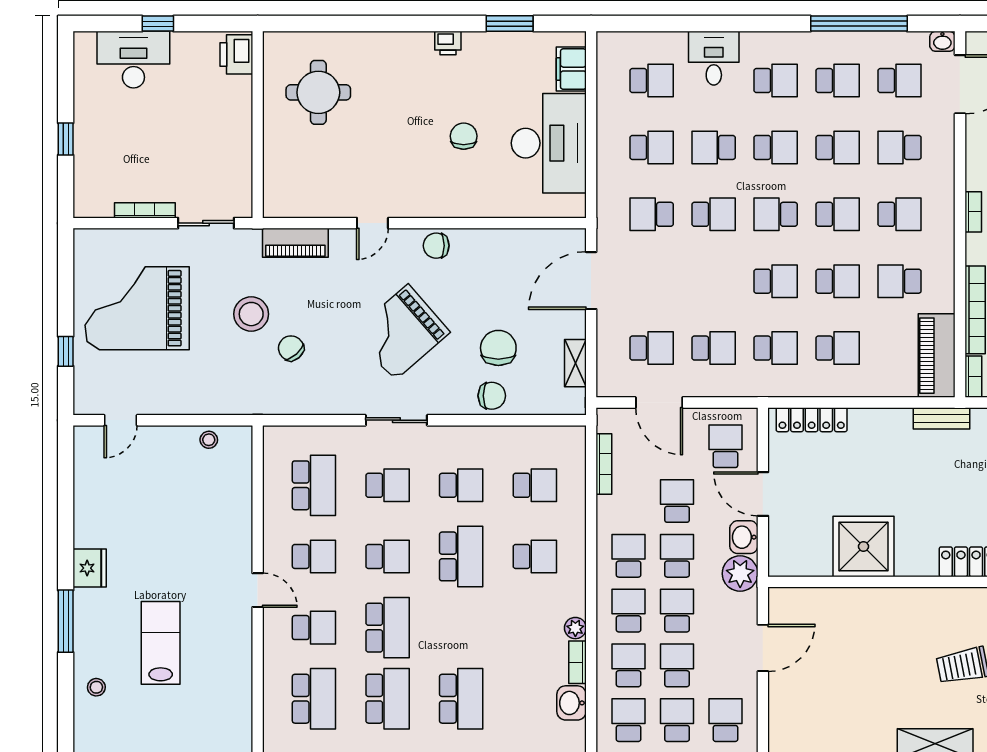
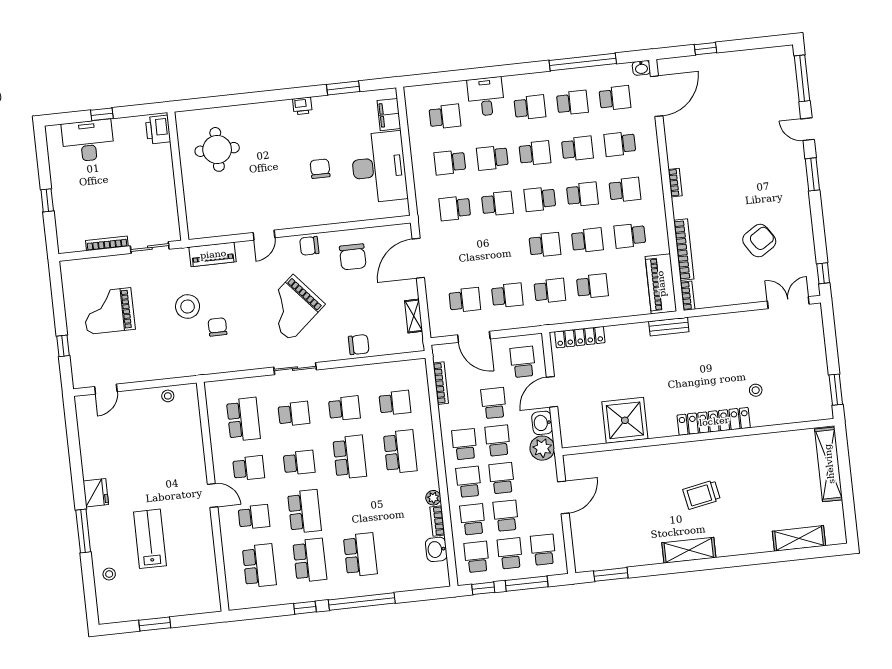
school desk: (652, 147) -> (450, 162), turned 180
grand piano: (137, 308) -> (109, 311), width x0.73, depth x0.68
chair: (291, 348) -> (217, 327), turned 41
chair: (498, 348) -> (353, 257), moved, turned 180
door: (763, 494) -> (552, 392), hinge flipped
school desk: (535, 556) -> (400, 452), width x1.85

